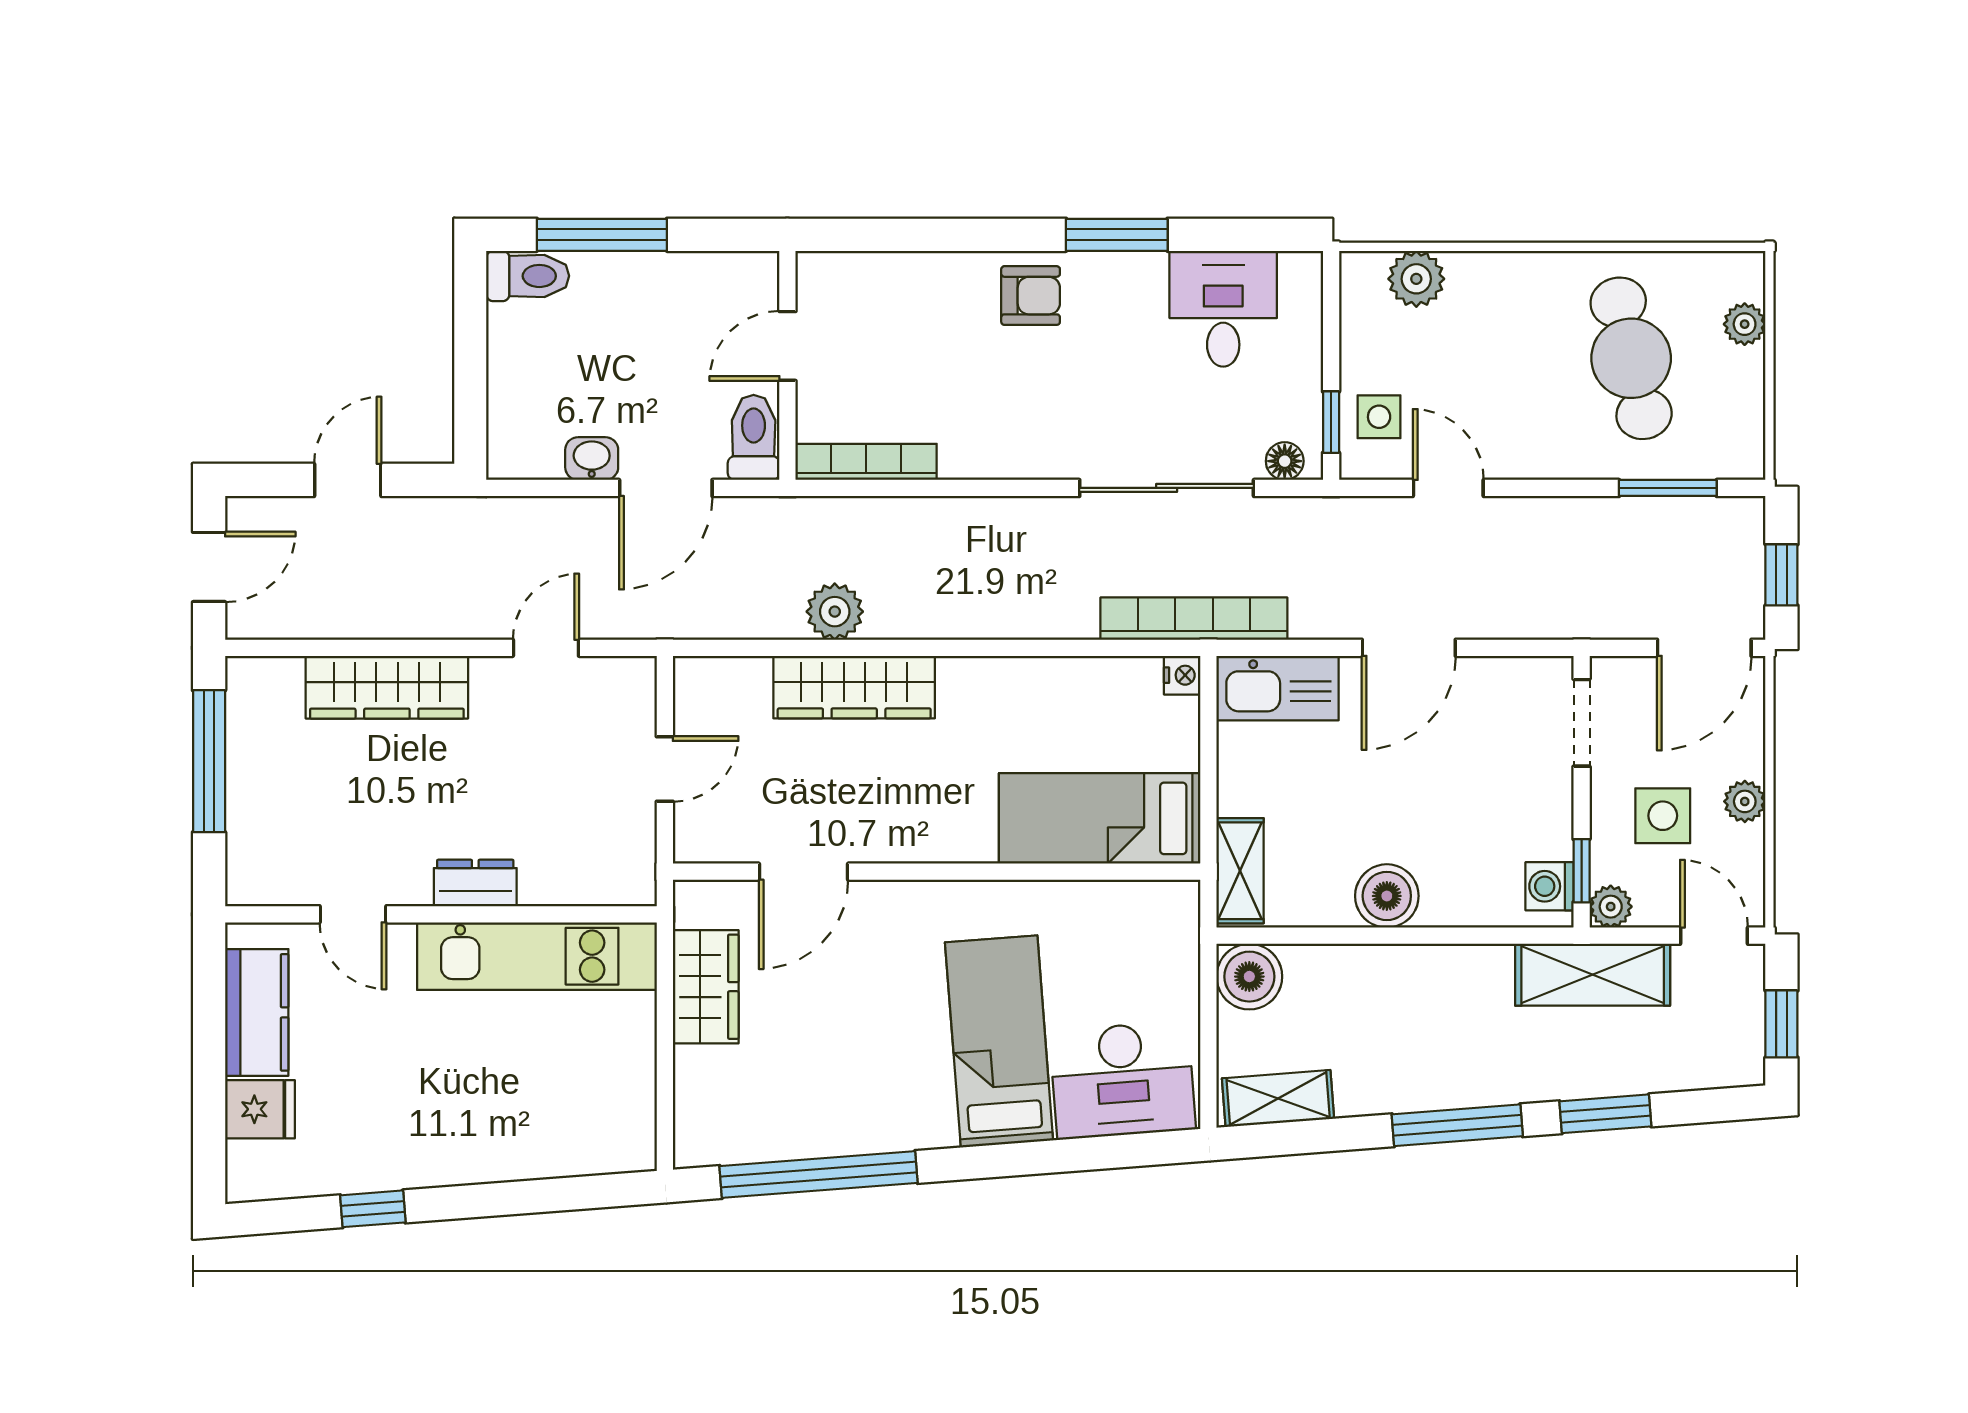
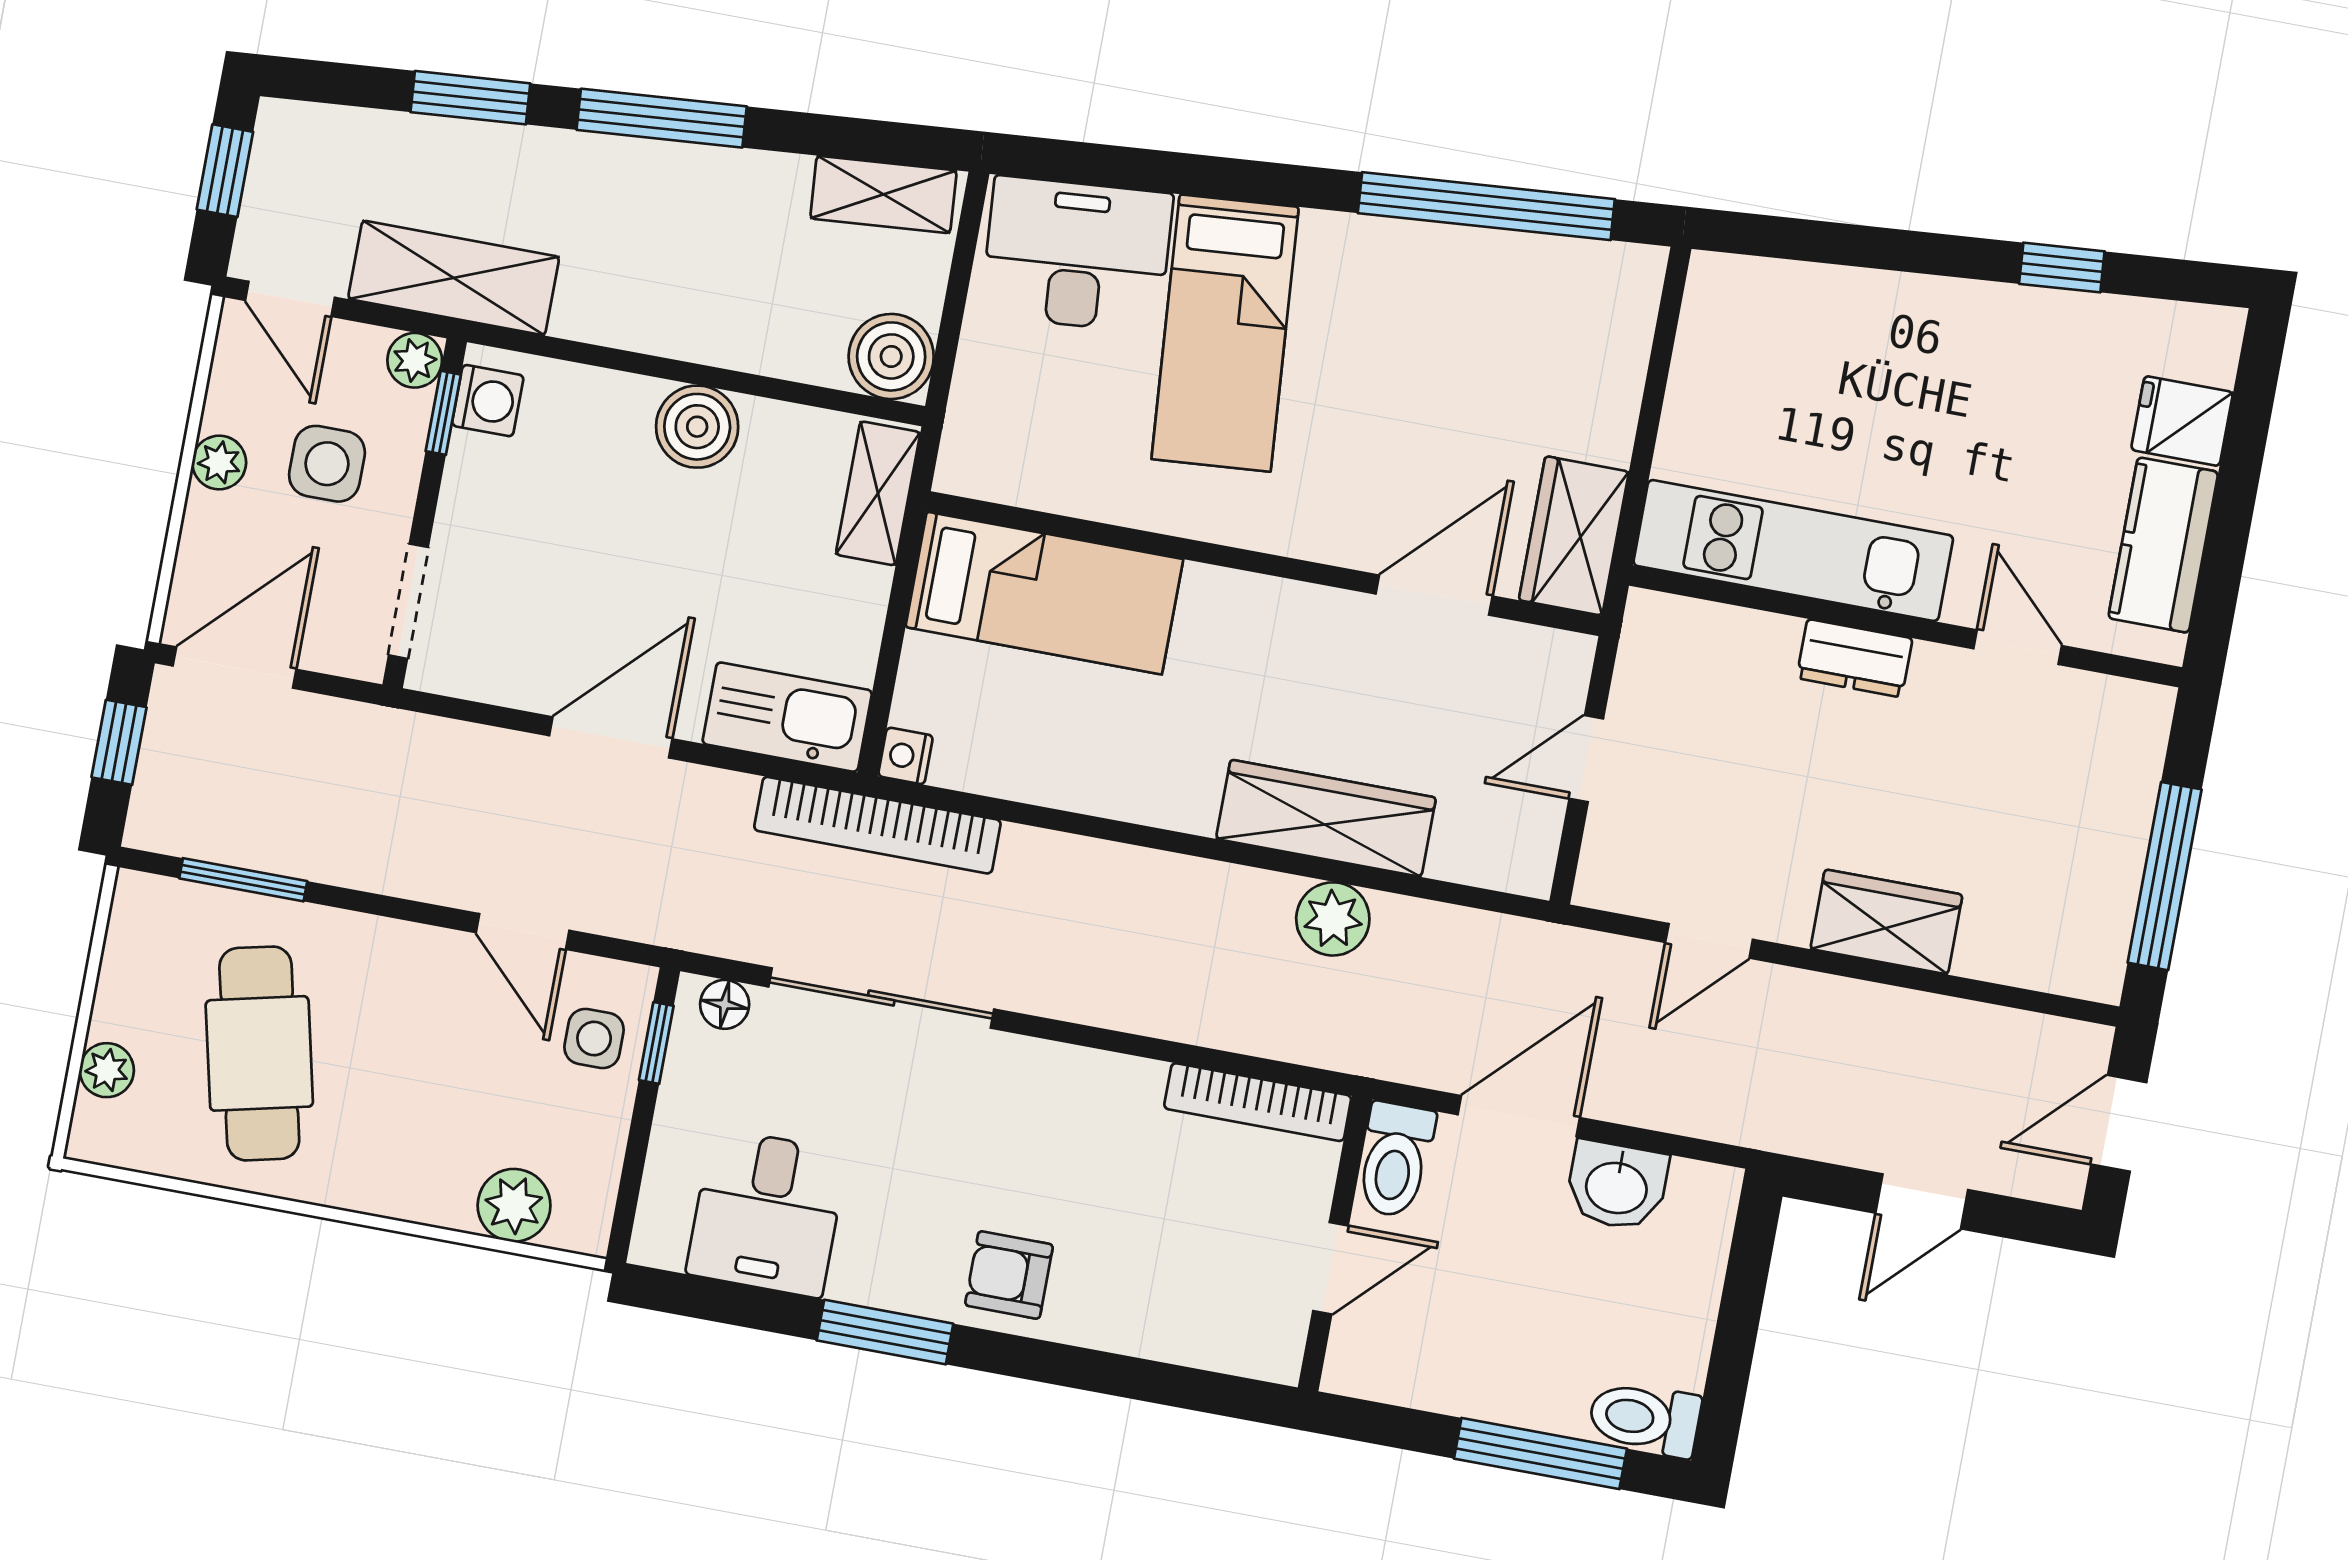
washbasin: (592, 459) -> (1617, 1186), width x1.38, depth x1.45
wardrobe: (387, 687) -> (1886, 922), width x0.67
wardrobe: (706, 987) -> (1574, 536), moved

